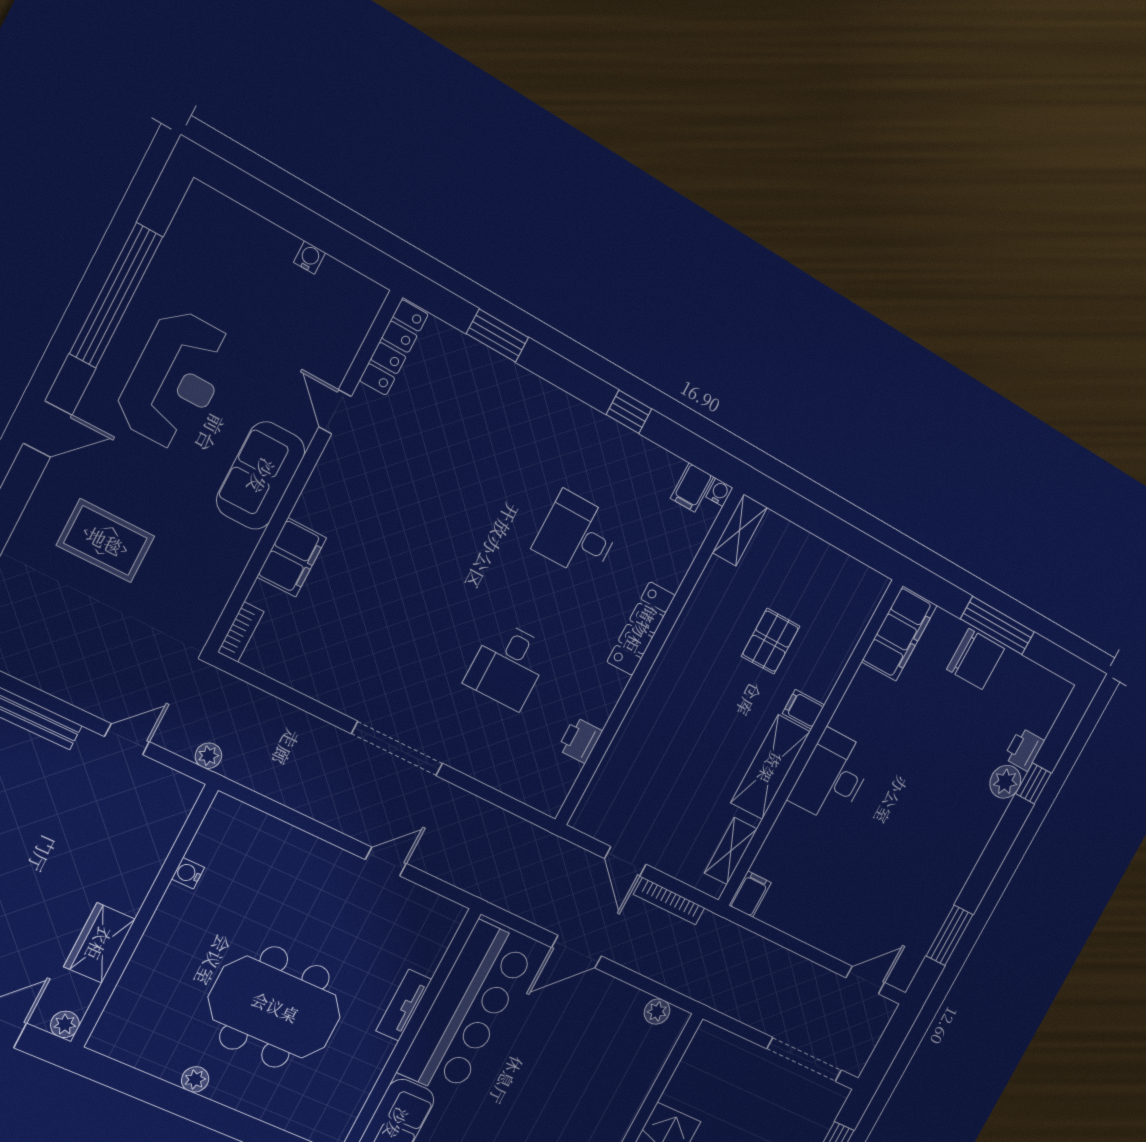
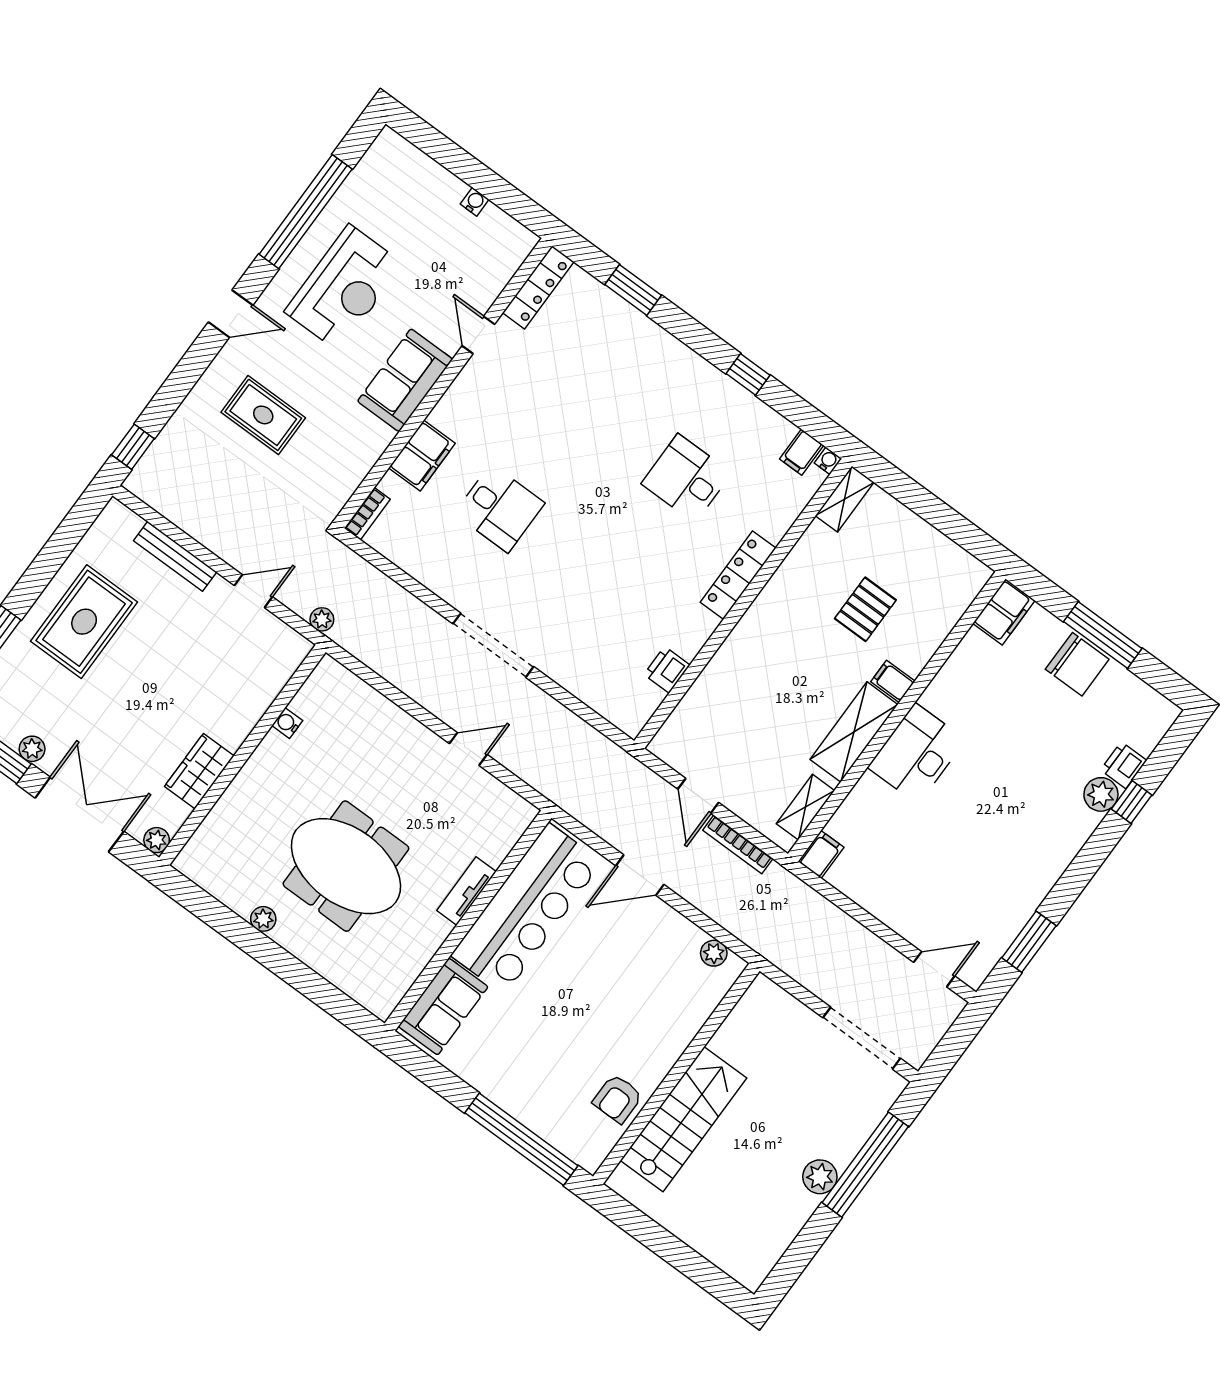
filing cabinet: (899, 634) -> (1004, 612), width x0.67, depth x0.86
desk: (508, 665) -> (500, 508), moved, turned -90

